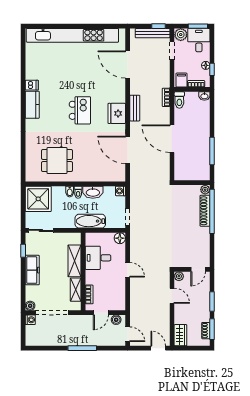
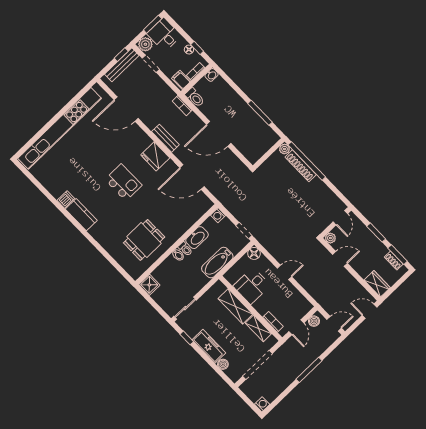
shower: (38, 199) -> (149, 285), width x0.54, depth x0.54
boiler: (30, 306) -> (223, 364), moved
washing machine: (30, 320) -> (262, 404), moved

